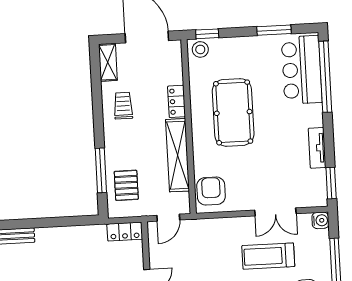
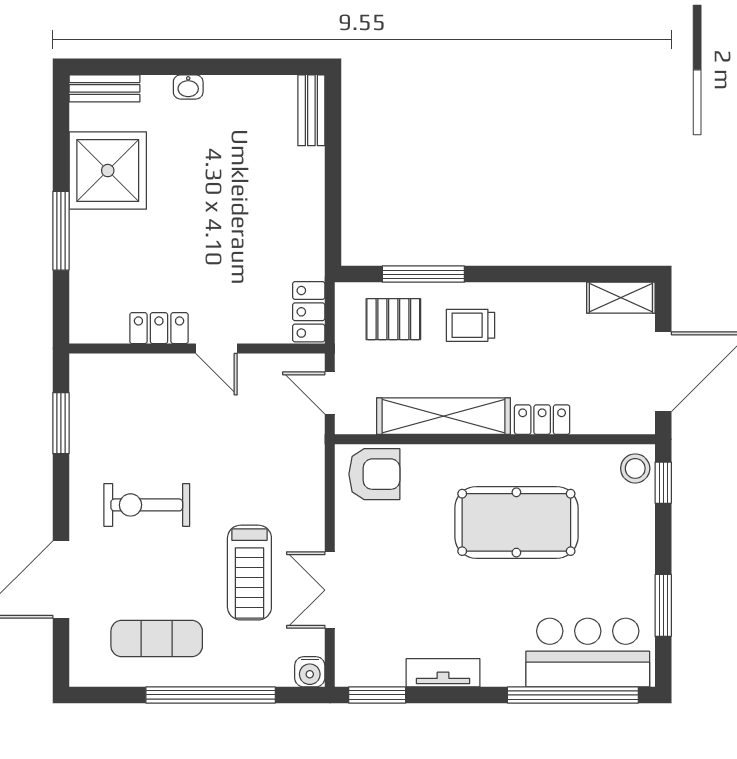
trolley: (123, 106) -> (470, 325), moved, turned 180
treadmill: (268, 256) -> (249, 573), turned 180

